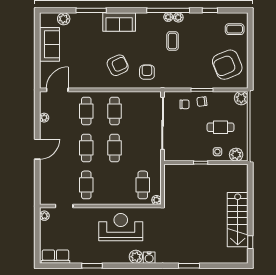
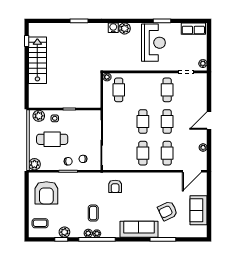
plant: (64, 19) -> (64, 232), moved
sofa: (119, 22) -> (139, 229), width x1.36
armchair: (118, 65) -> (168, 211), moved
armchair: (227, 65) -> (46, 193), turned 112
cafe table: (220, 127) -> (52, 139), width x1.37, depth x1.35
reception desk: (121, 227) -> (153, 43), moved, turned -90

